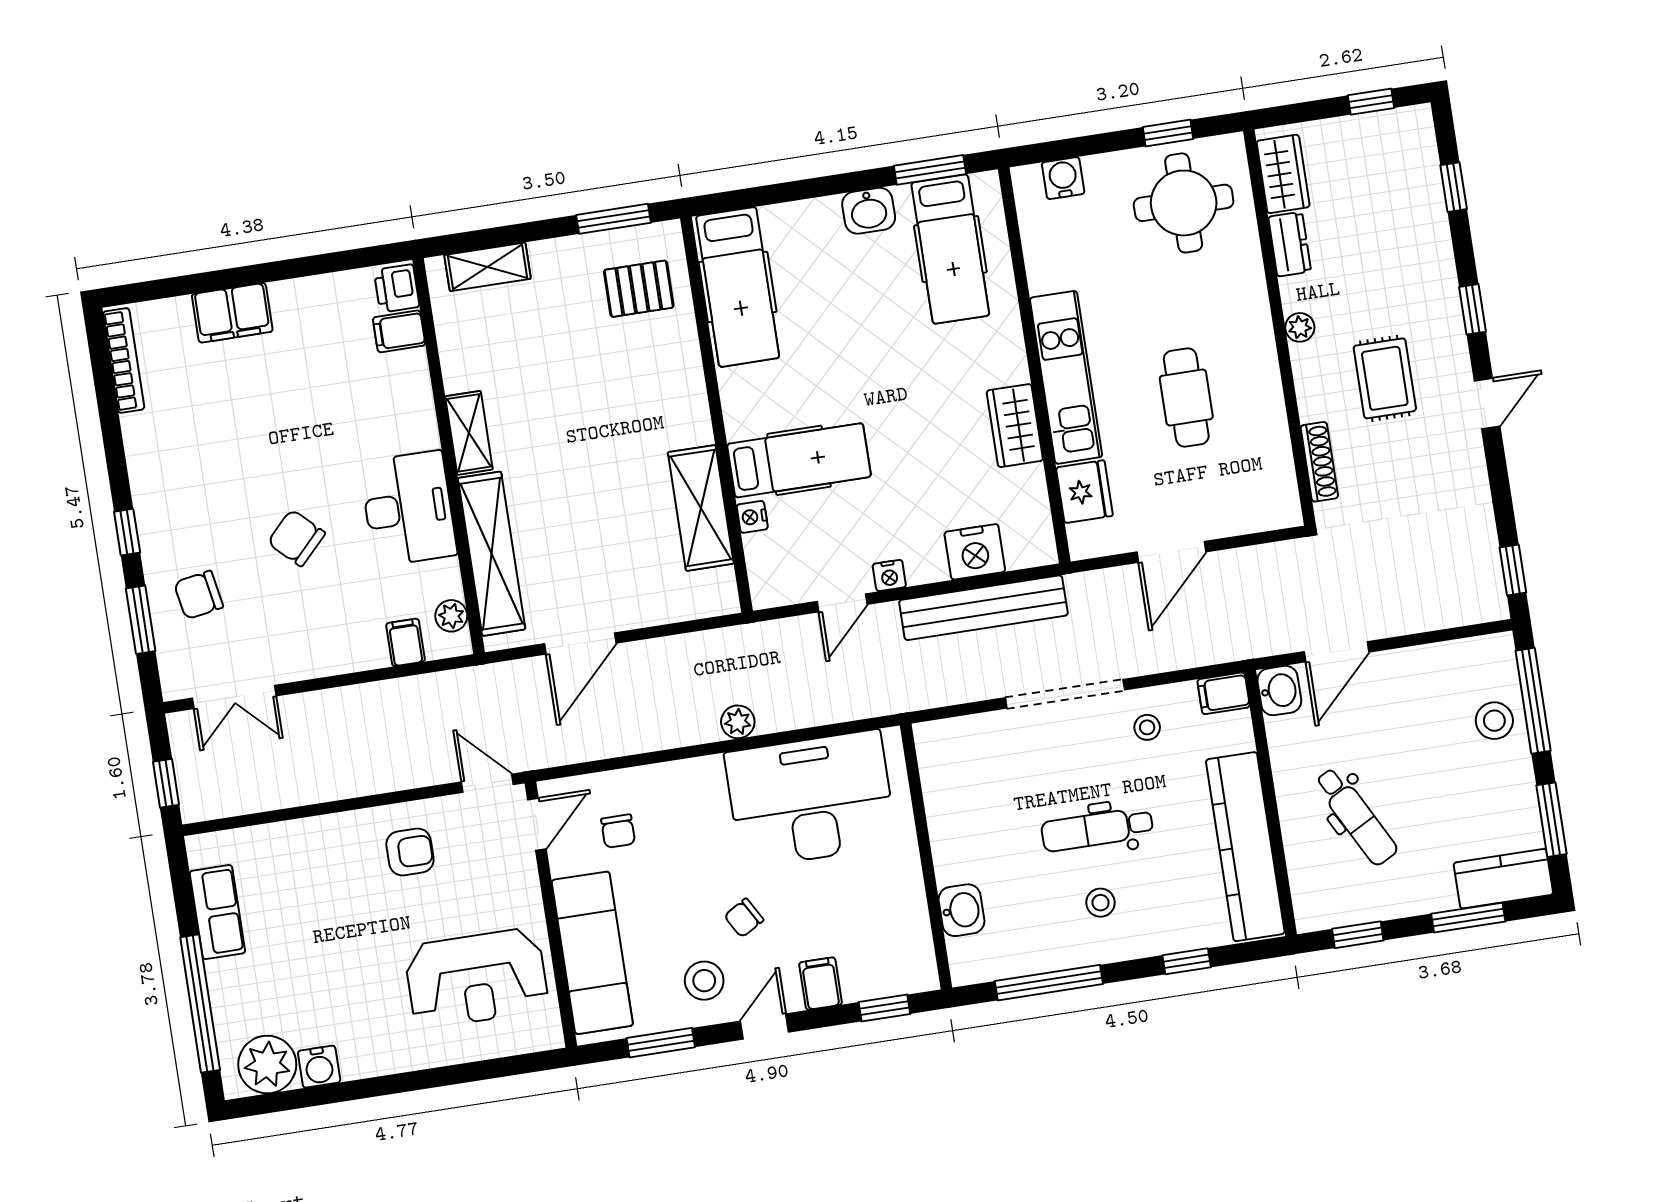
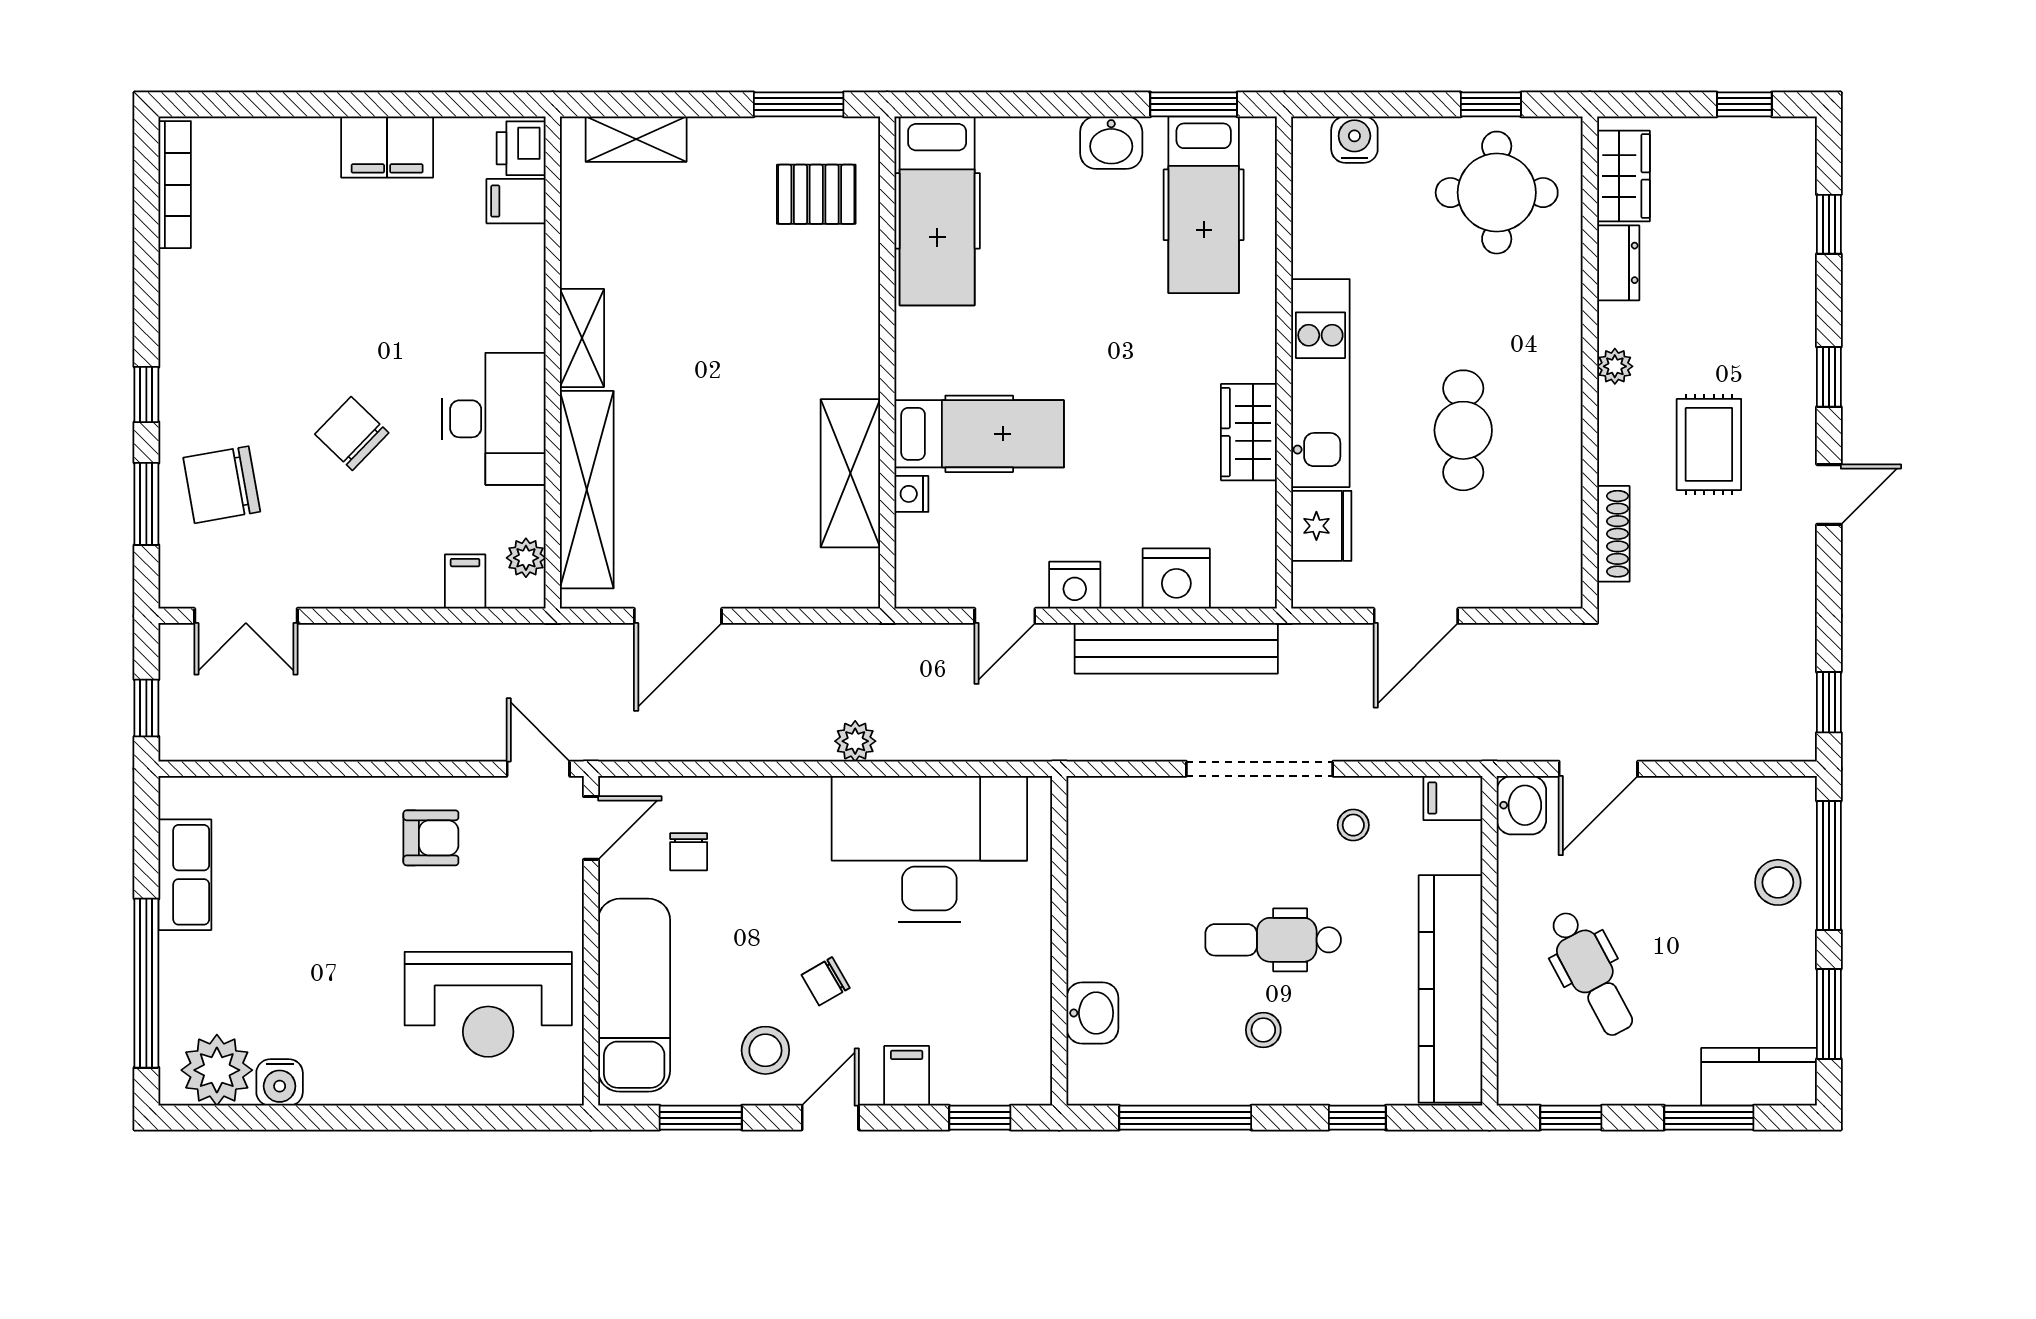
filing cabinet: (232, 313) -> (387, 147), moved
nightstand: (889, 575) -> (1075, 585), width x1.39, depth x1.35
chair: (199, 595) -> (222, 485), width x1.37, depth x1.37

